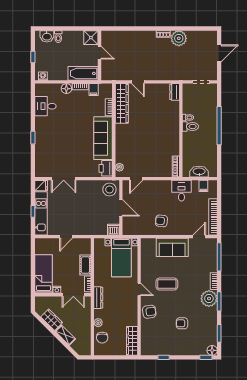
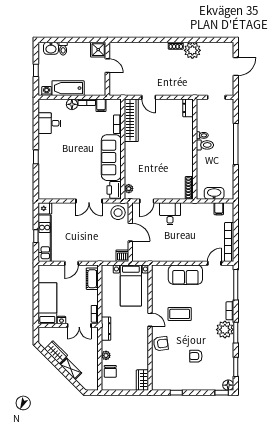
bathtub: (83, 73) -> (68, 88), moved
double door: (64, 179) -> (89, 201), moved
desk: (181, 191) -> (170, 214), moved
armchair: (161, 221) -> (174, 246), removed
cot: (85, 265) -> (92, 279), moved
wardrobe: (132, 341) -> (142, 380), width x0.67

